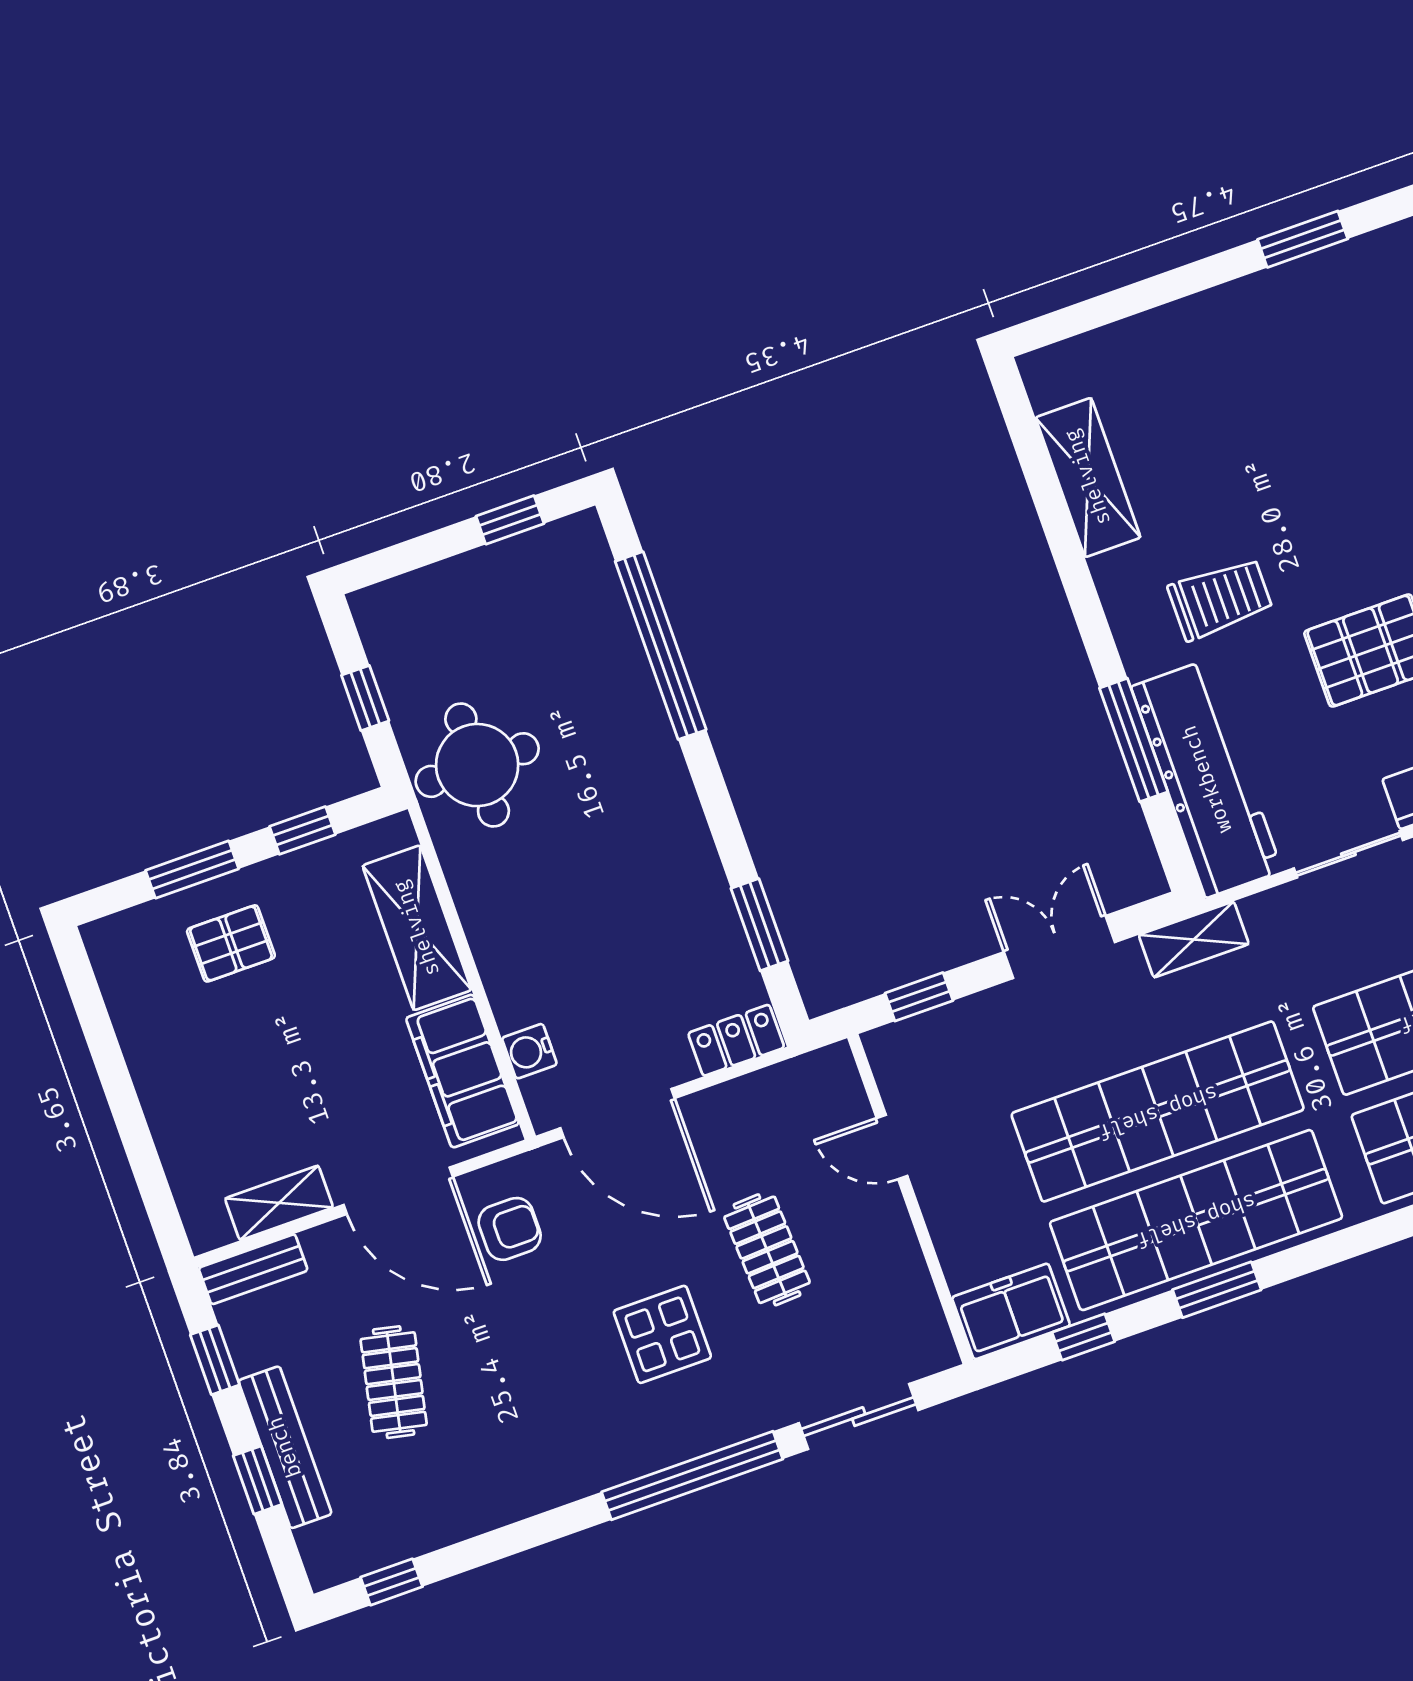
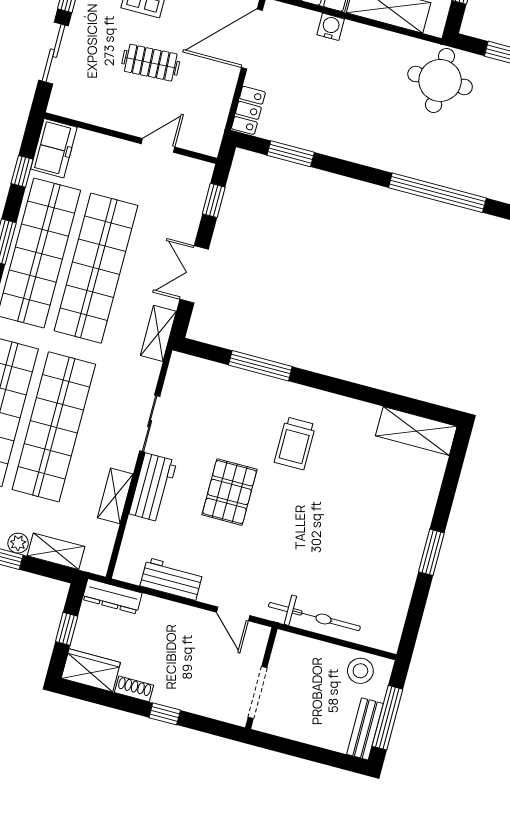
window: (1303, 239) -> (431, 552), moved
shelving: (1088, 477) -> (416, 431), moved
workbench: (1207, 779) -> (223, 385), removed
double door: (1059, 947) -> (194, 274), swing flipped
water cooler: (529, 1051) -> (331, 27), moved

